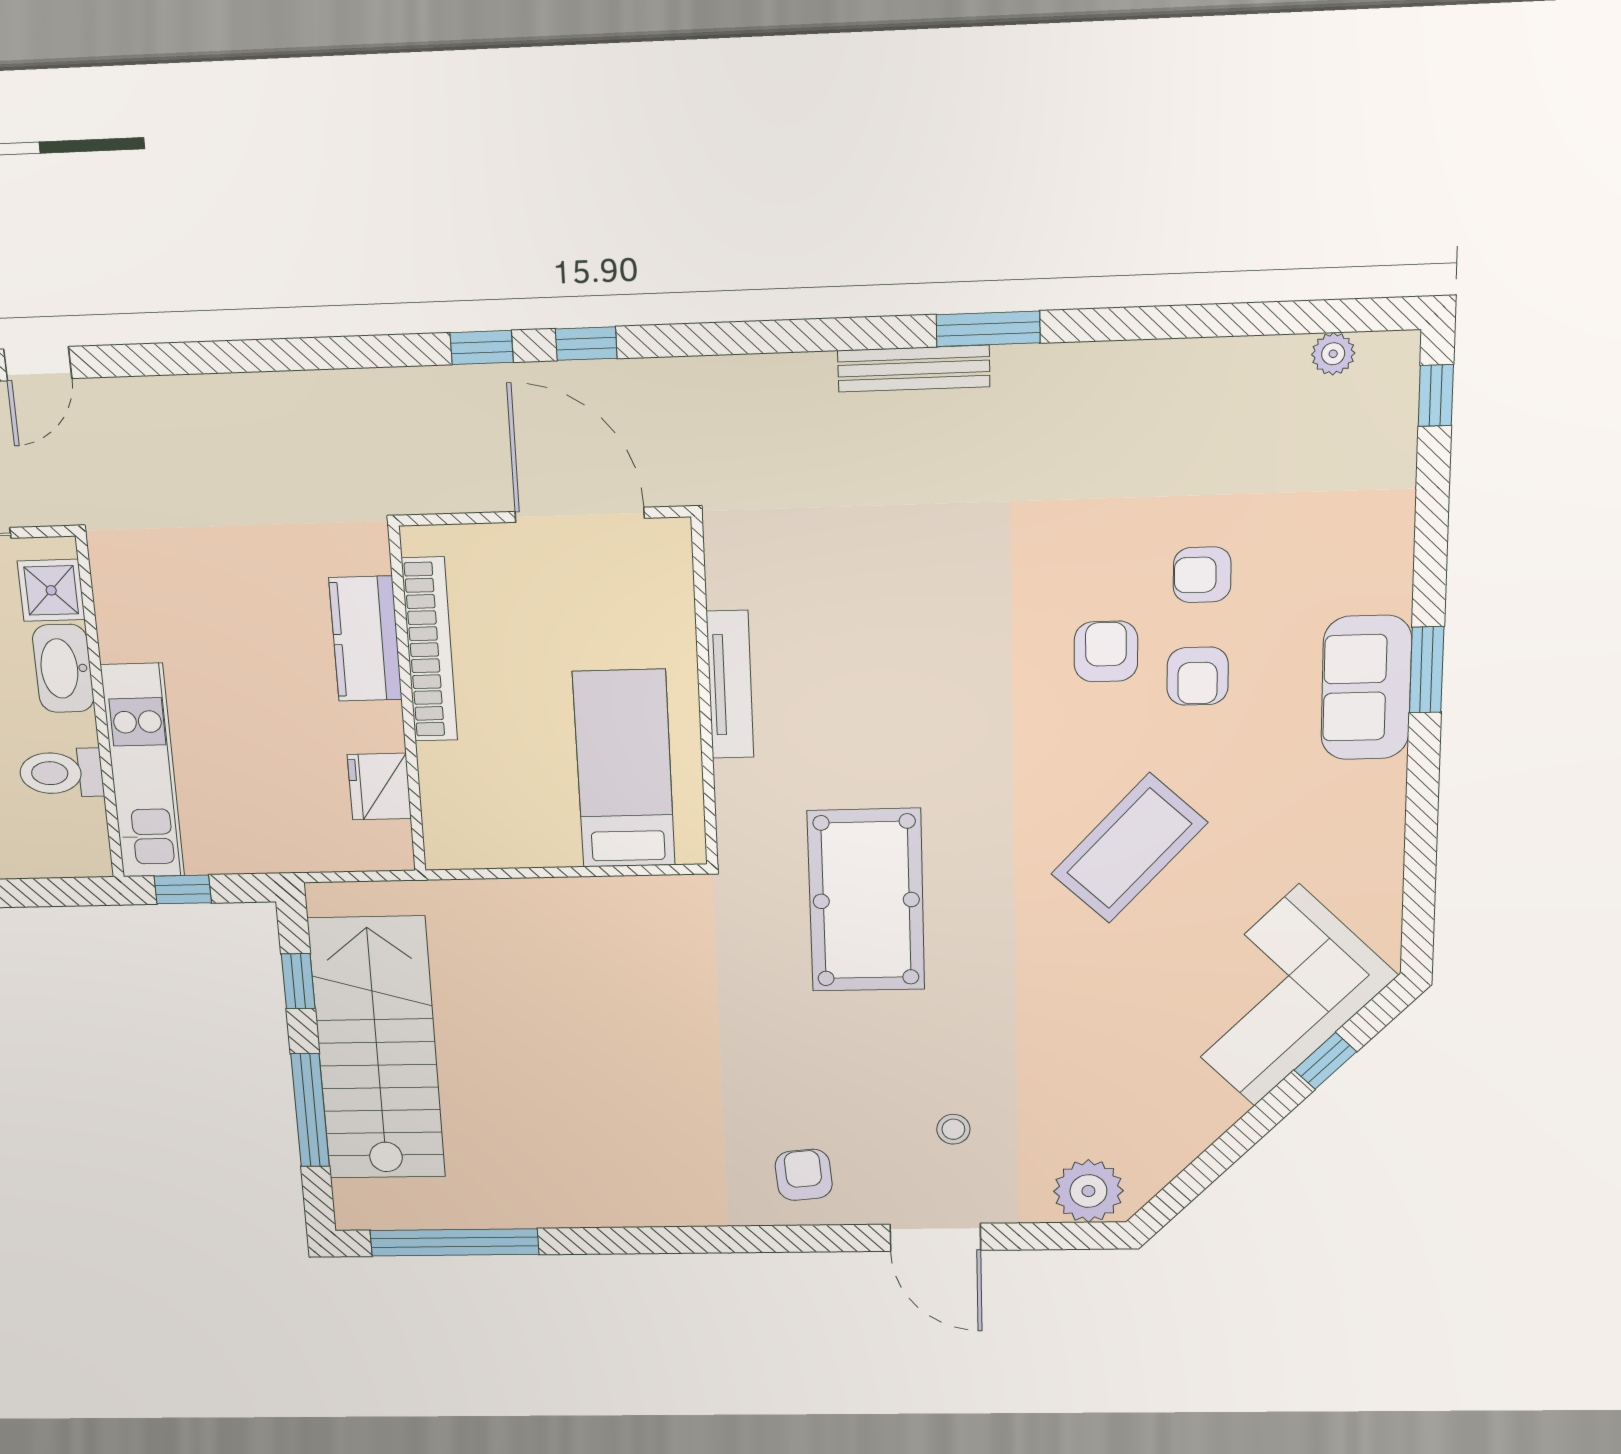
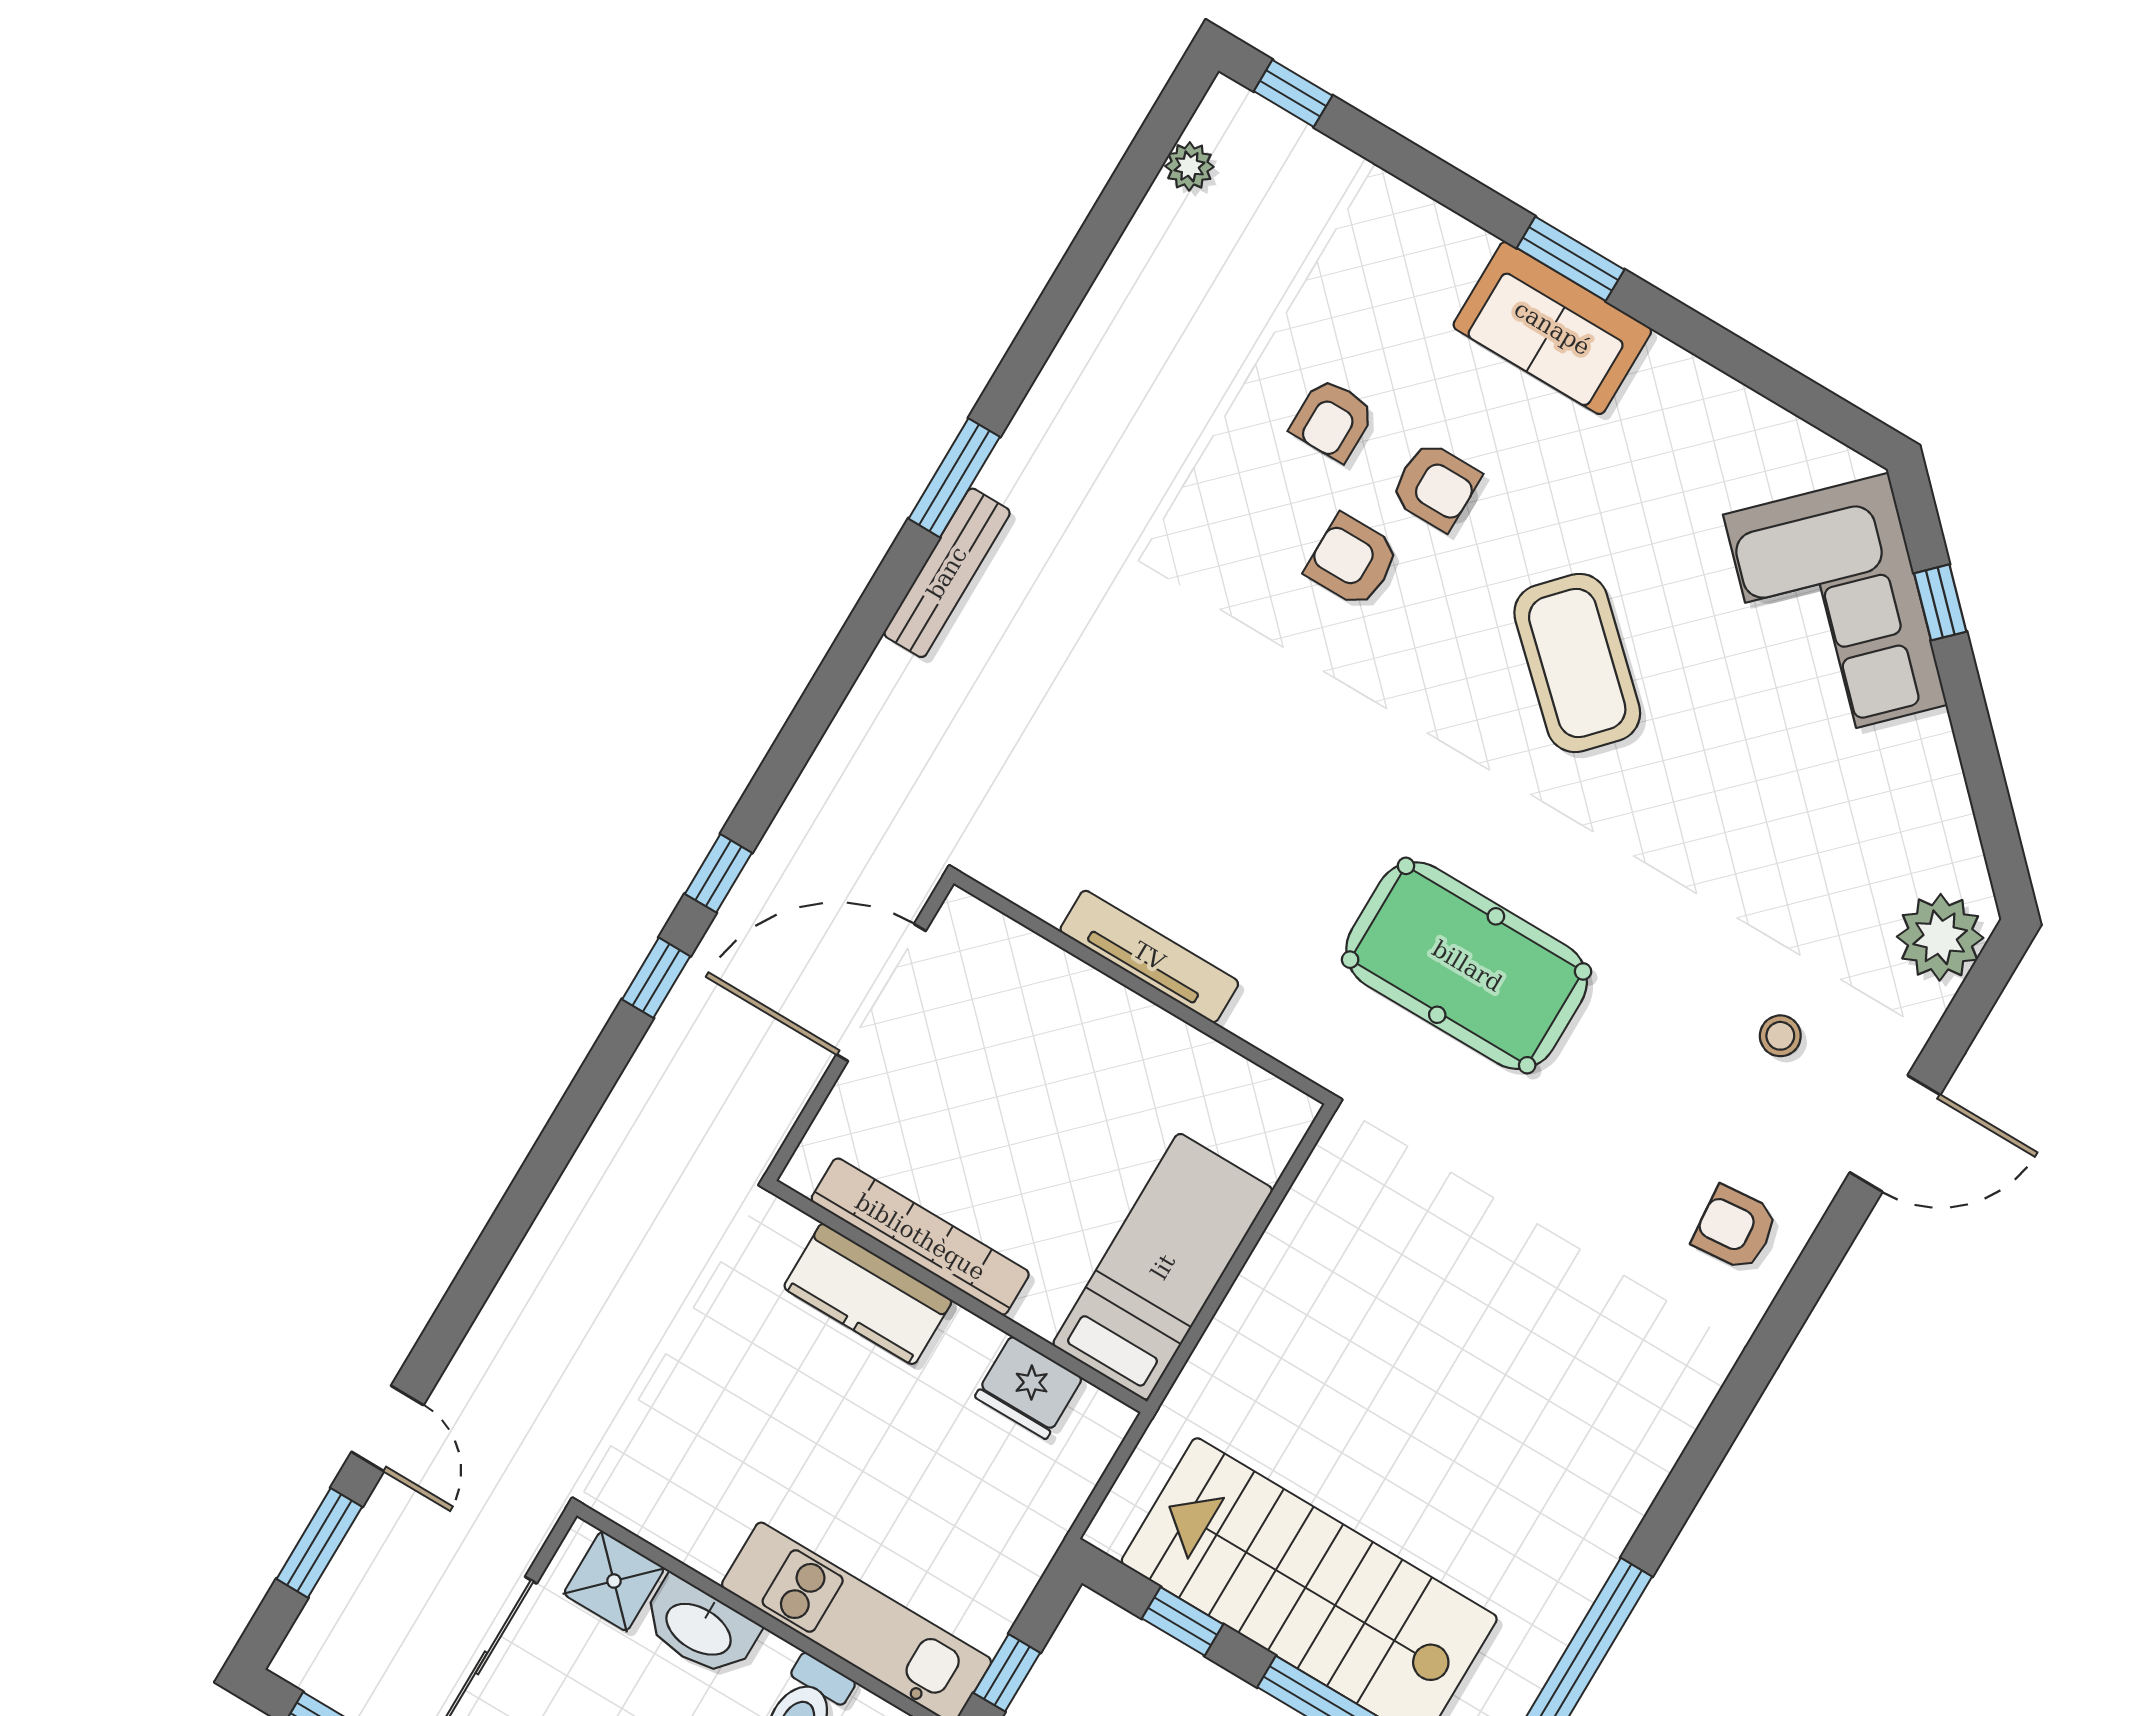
bed: (624, 769) -> (1163, 1267), moved, turned 90

